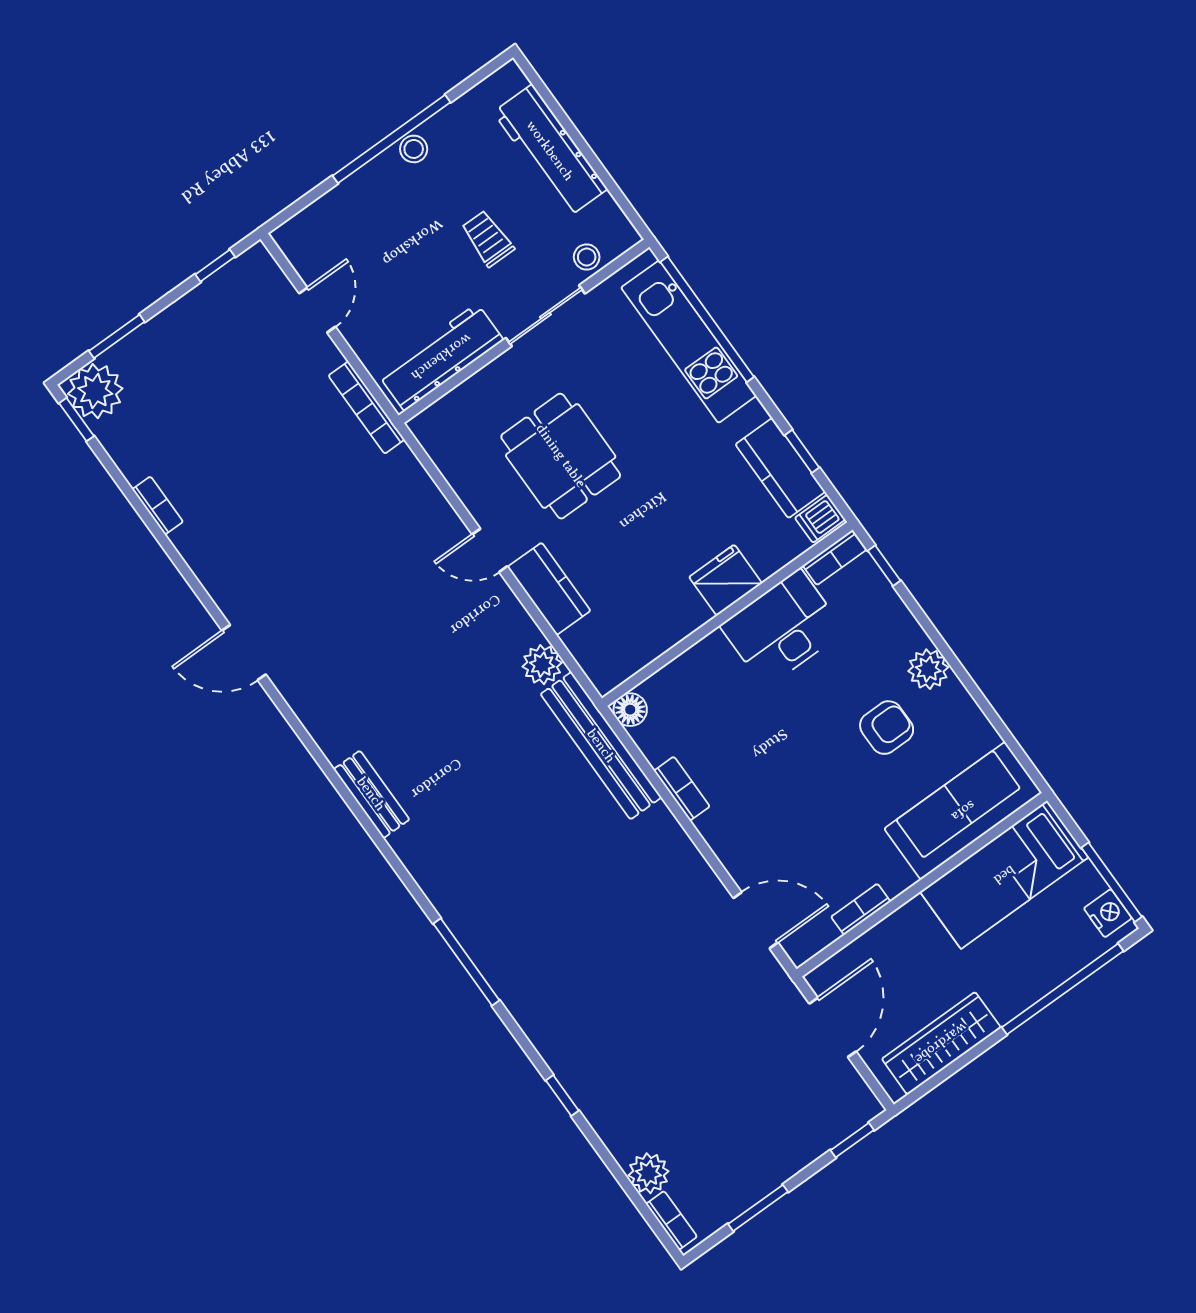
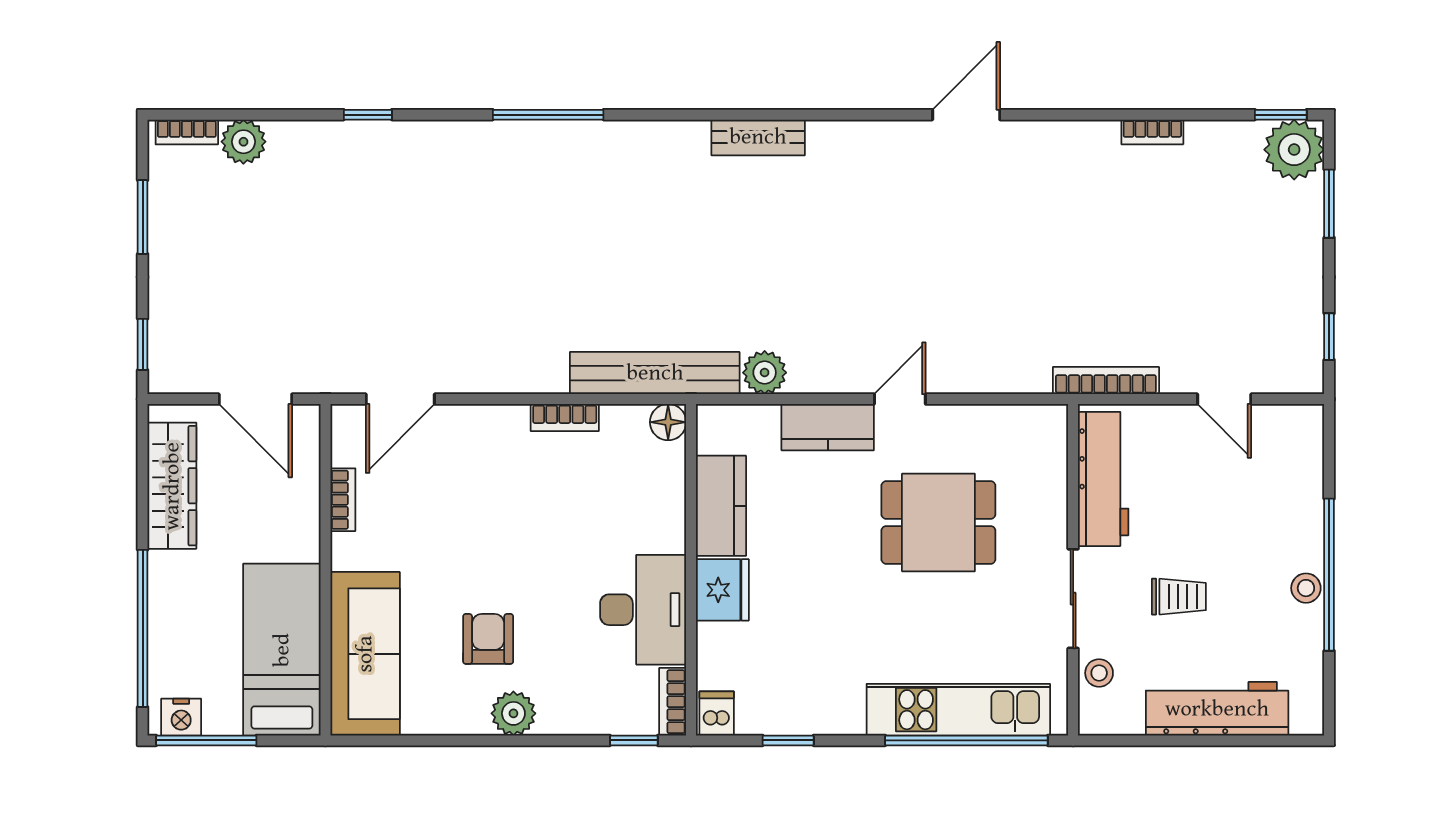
kitchen counter: (780, 468) -> (721, 506), moved, turned 90
armchair: (887, 728) -> (488, 639), turned 180

